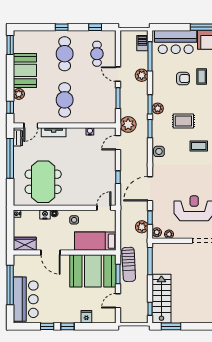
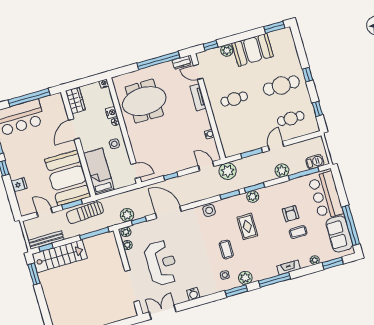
cafe table: (65, 100) -> (234, 99), width x0.73, depth x0.74
bench: (143, 307) -> (46, 240), added

